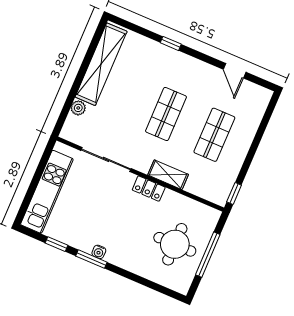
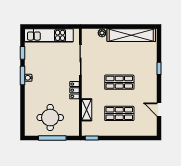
door: (235, 71) -> (159, 110), hinge flipped
shelving: (168, 175) -> (87, 110), moved

